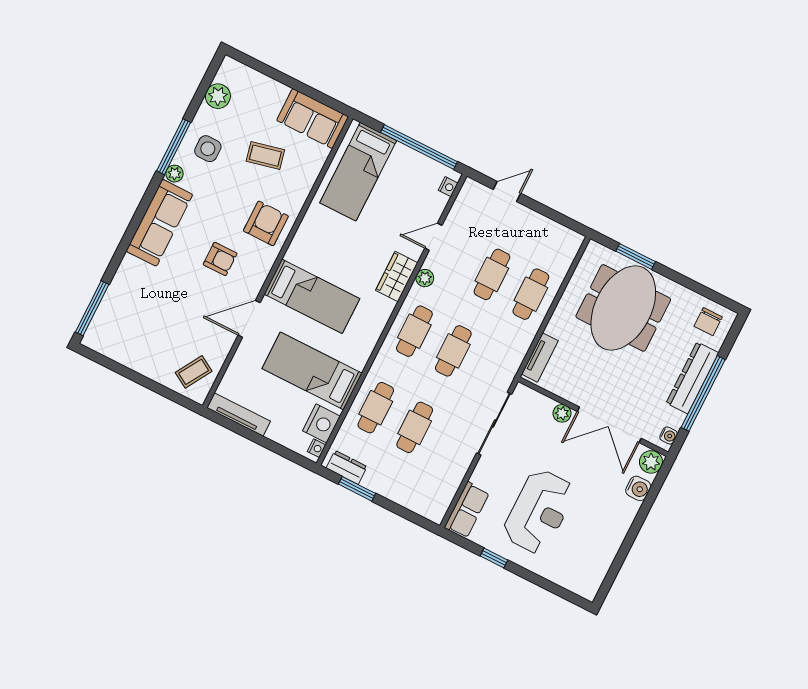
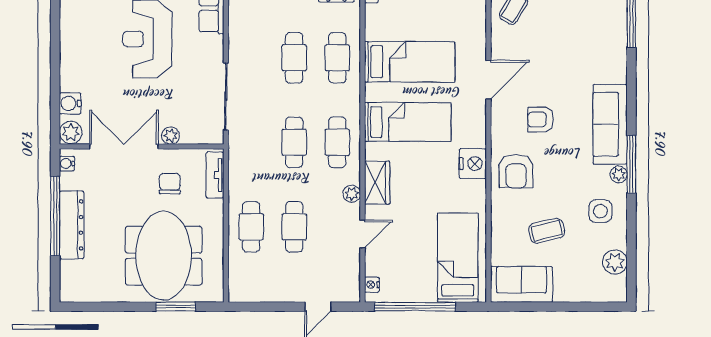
window: (174, 147) -> (631, 164), moved
bed: (312, 296) -> (408, 122), moved, turned 180
chair: (708, 322) -> (170, 184), moved
nightstand: (321, 423) -> (473, 164), moved, turned 180

